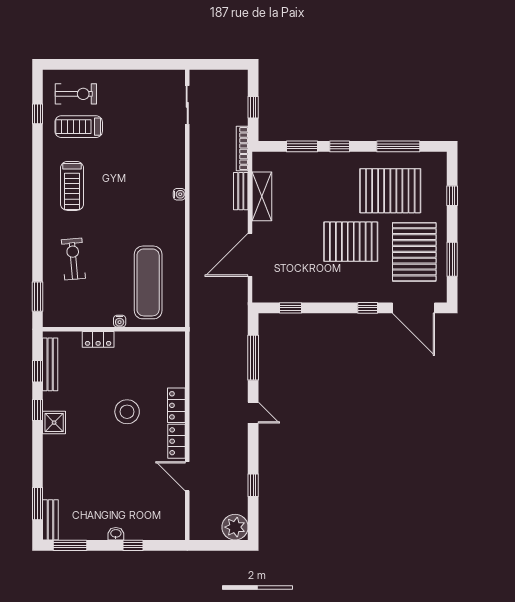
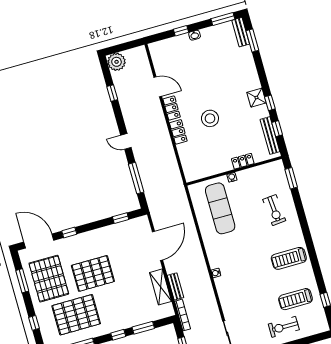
exercise bike: (76, 94) -> (284, 327), moved
treadmill: (79, 127) -> (295, 299), turned 180
treadmill: (72, 186) -> (289, 258), turned -90

